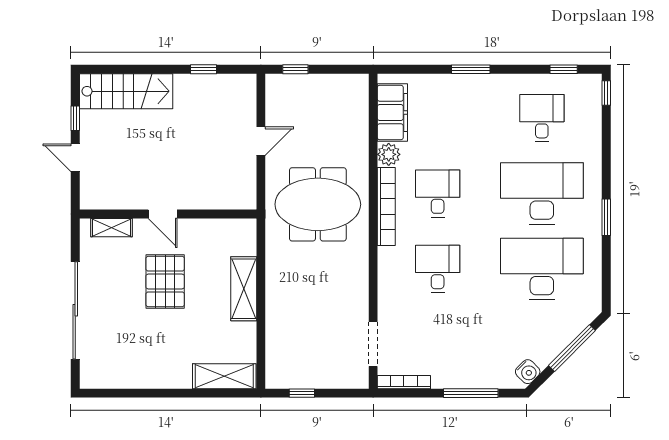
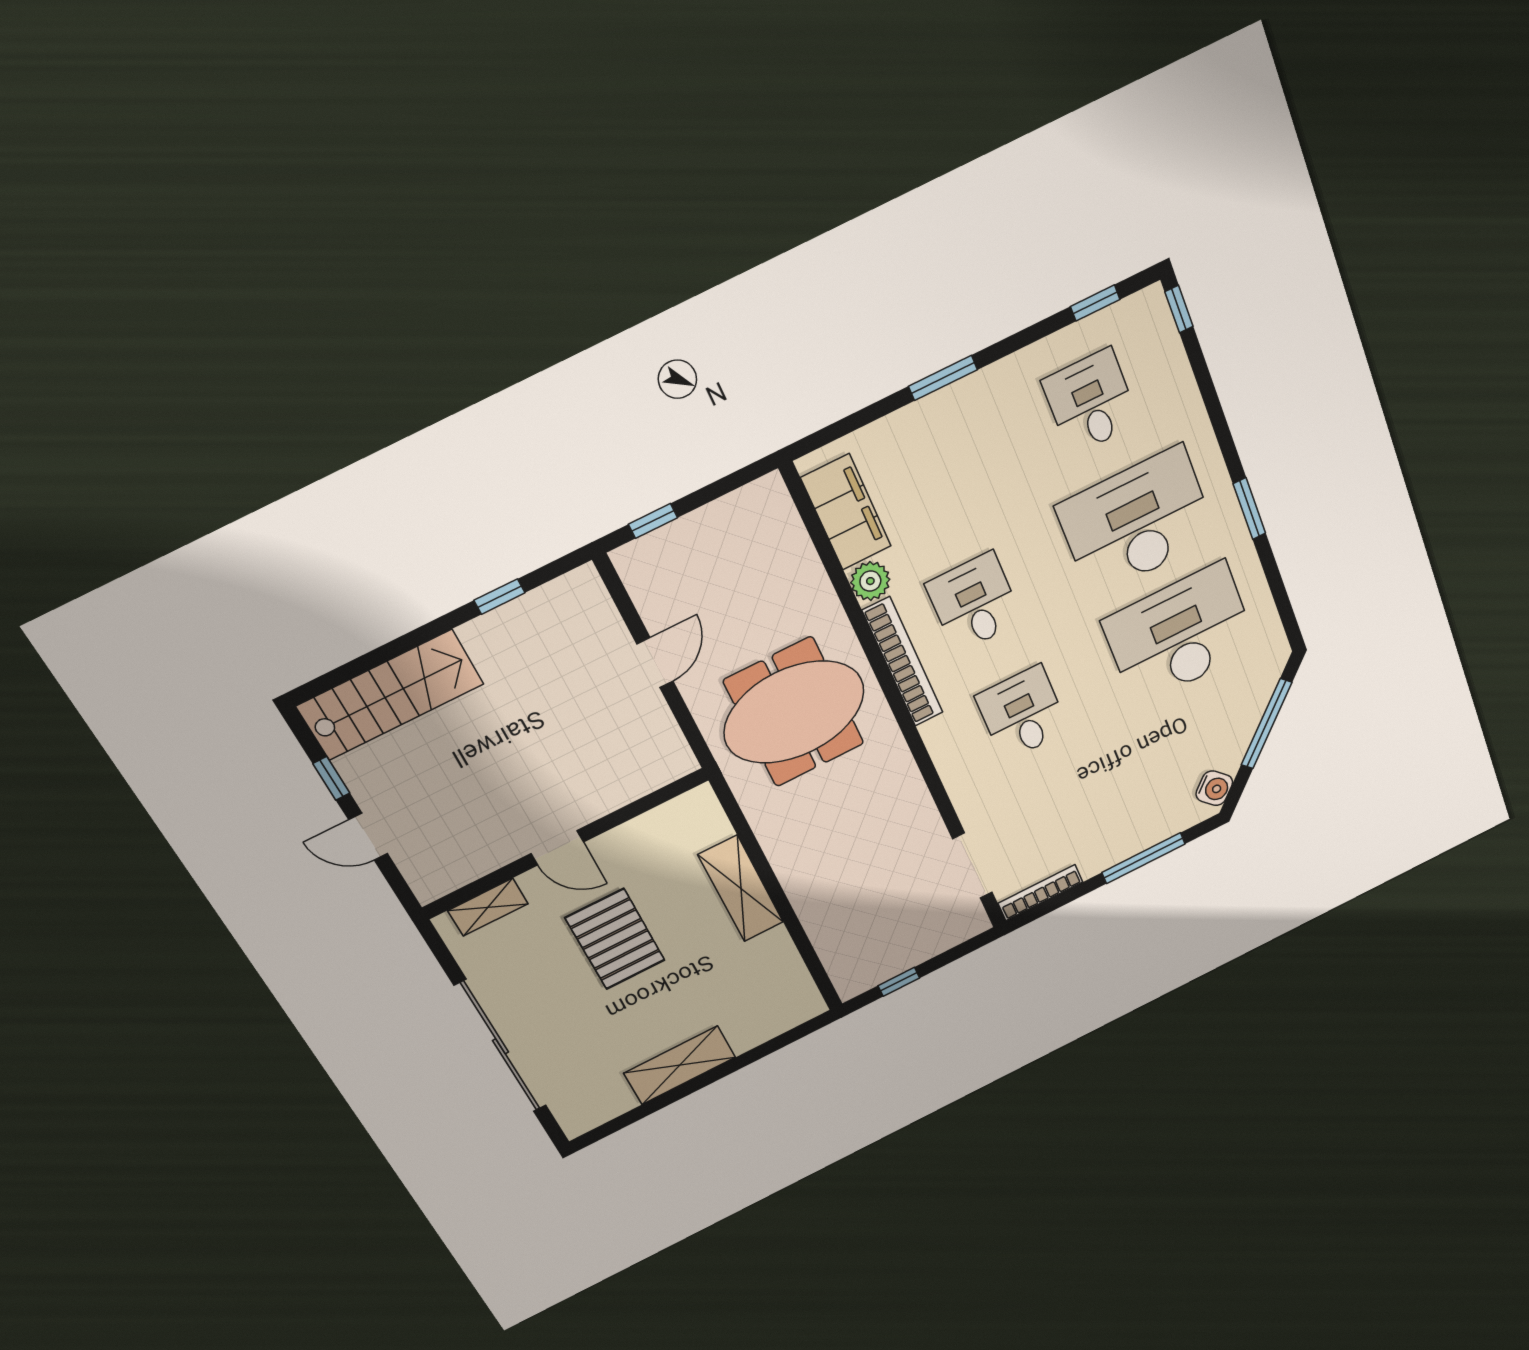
shelving: (224, 376) -> (680, 1065), moved

